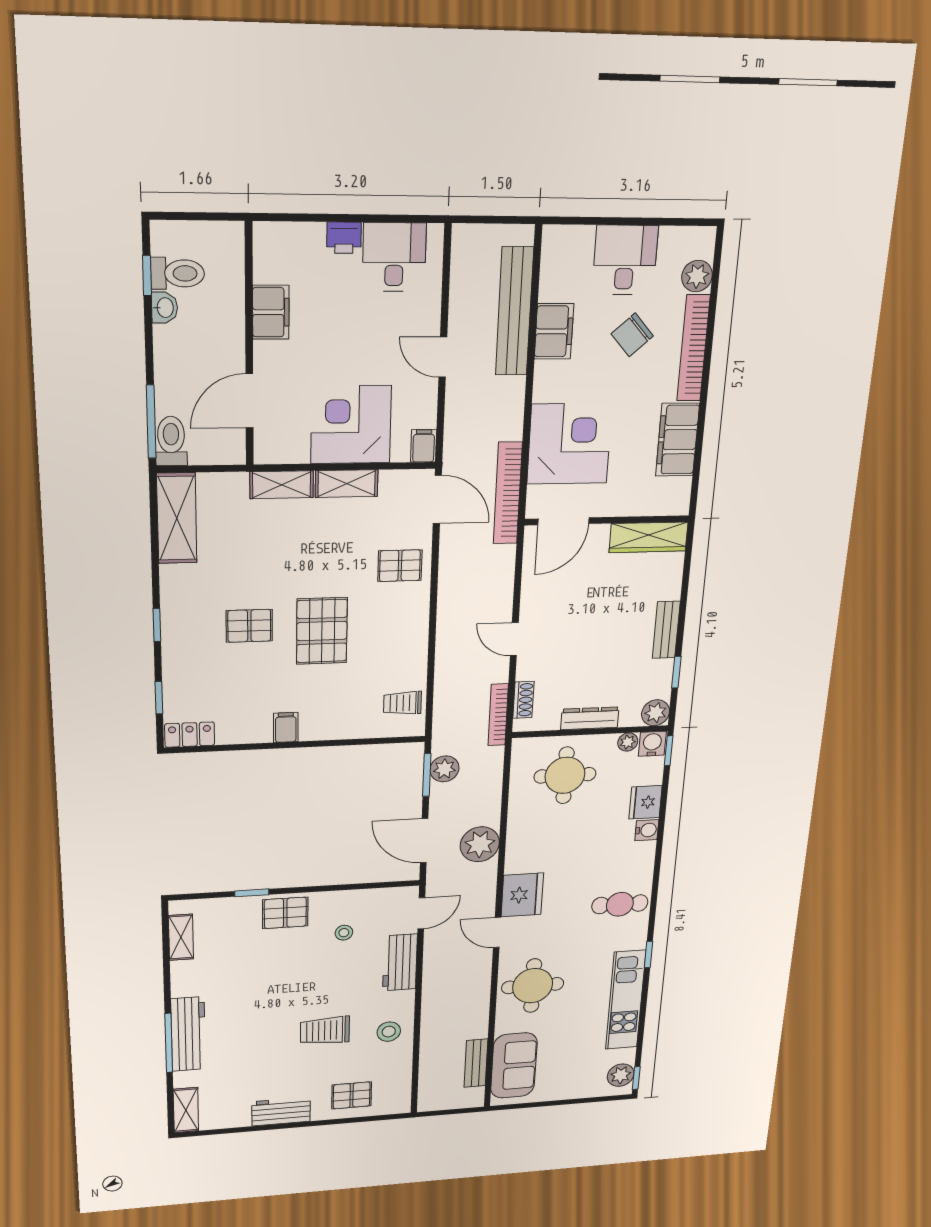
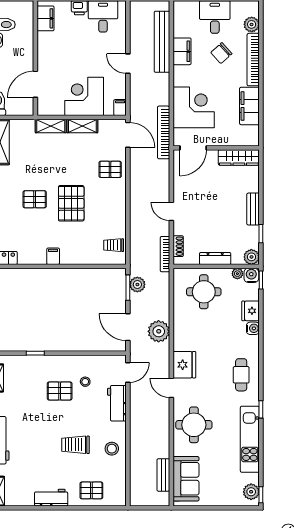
filing cabinet: (271, 312) -> (46, 18), moved
cafe table: (620, 904) -> (241, 375), turned 90
pallet: (285, 913) -> (60, 391), moved

